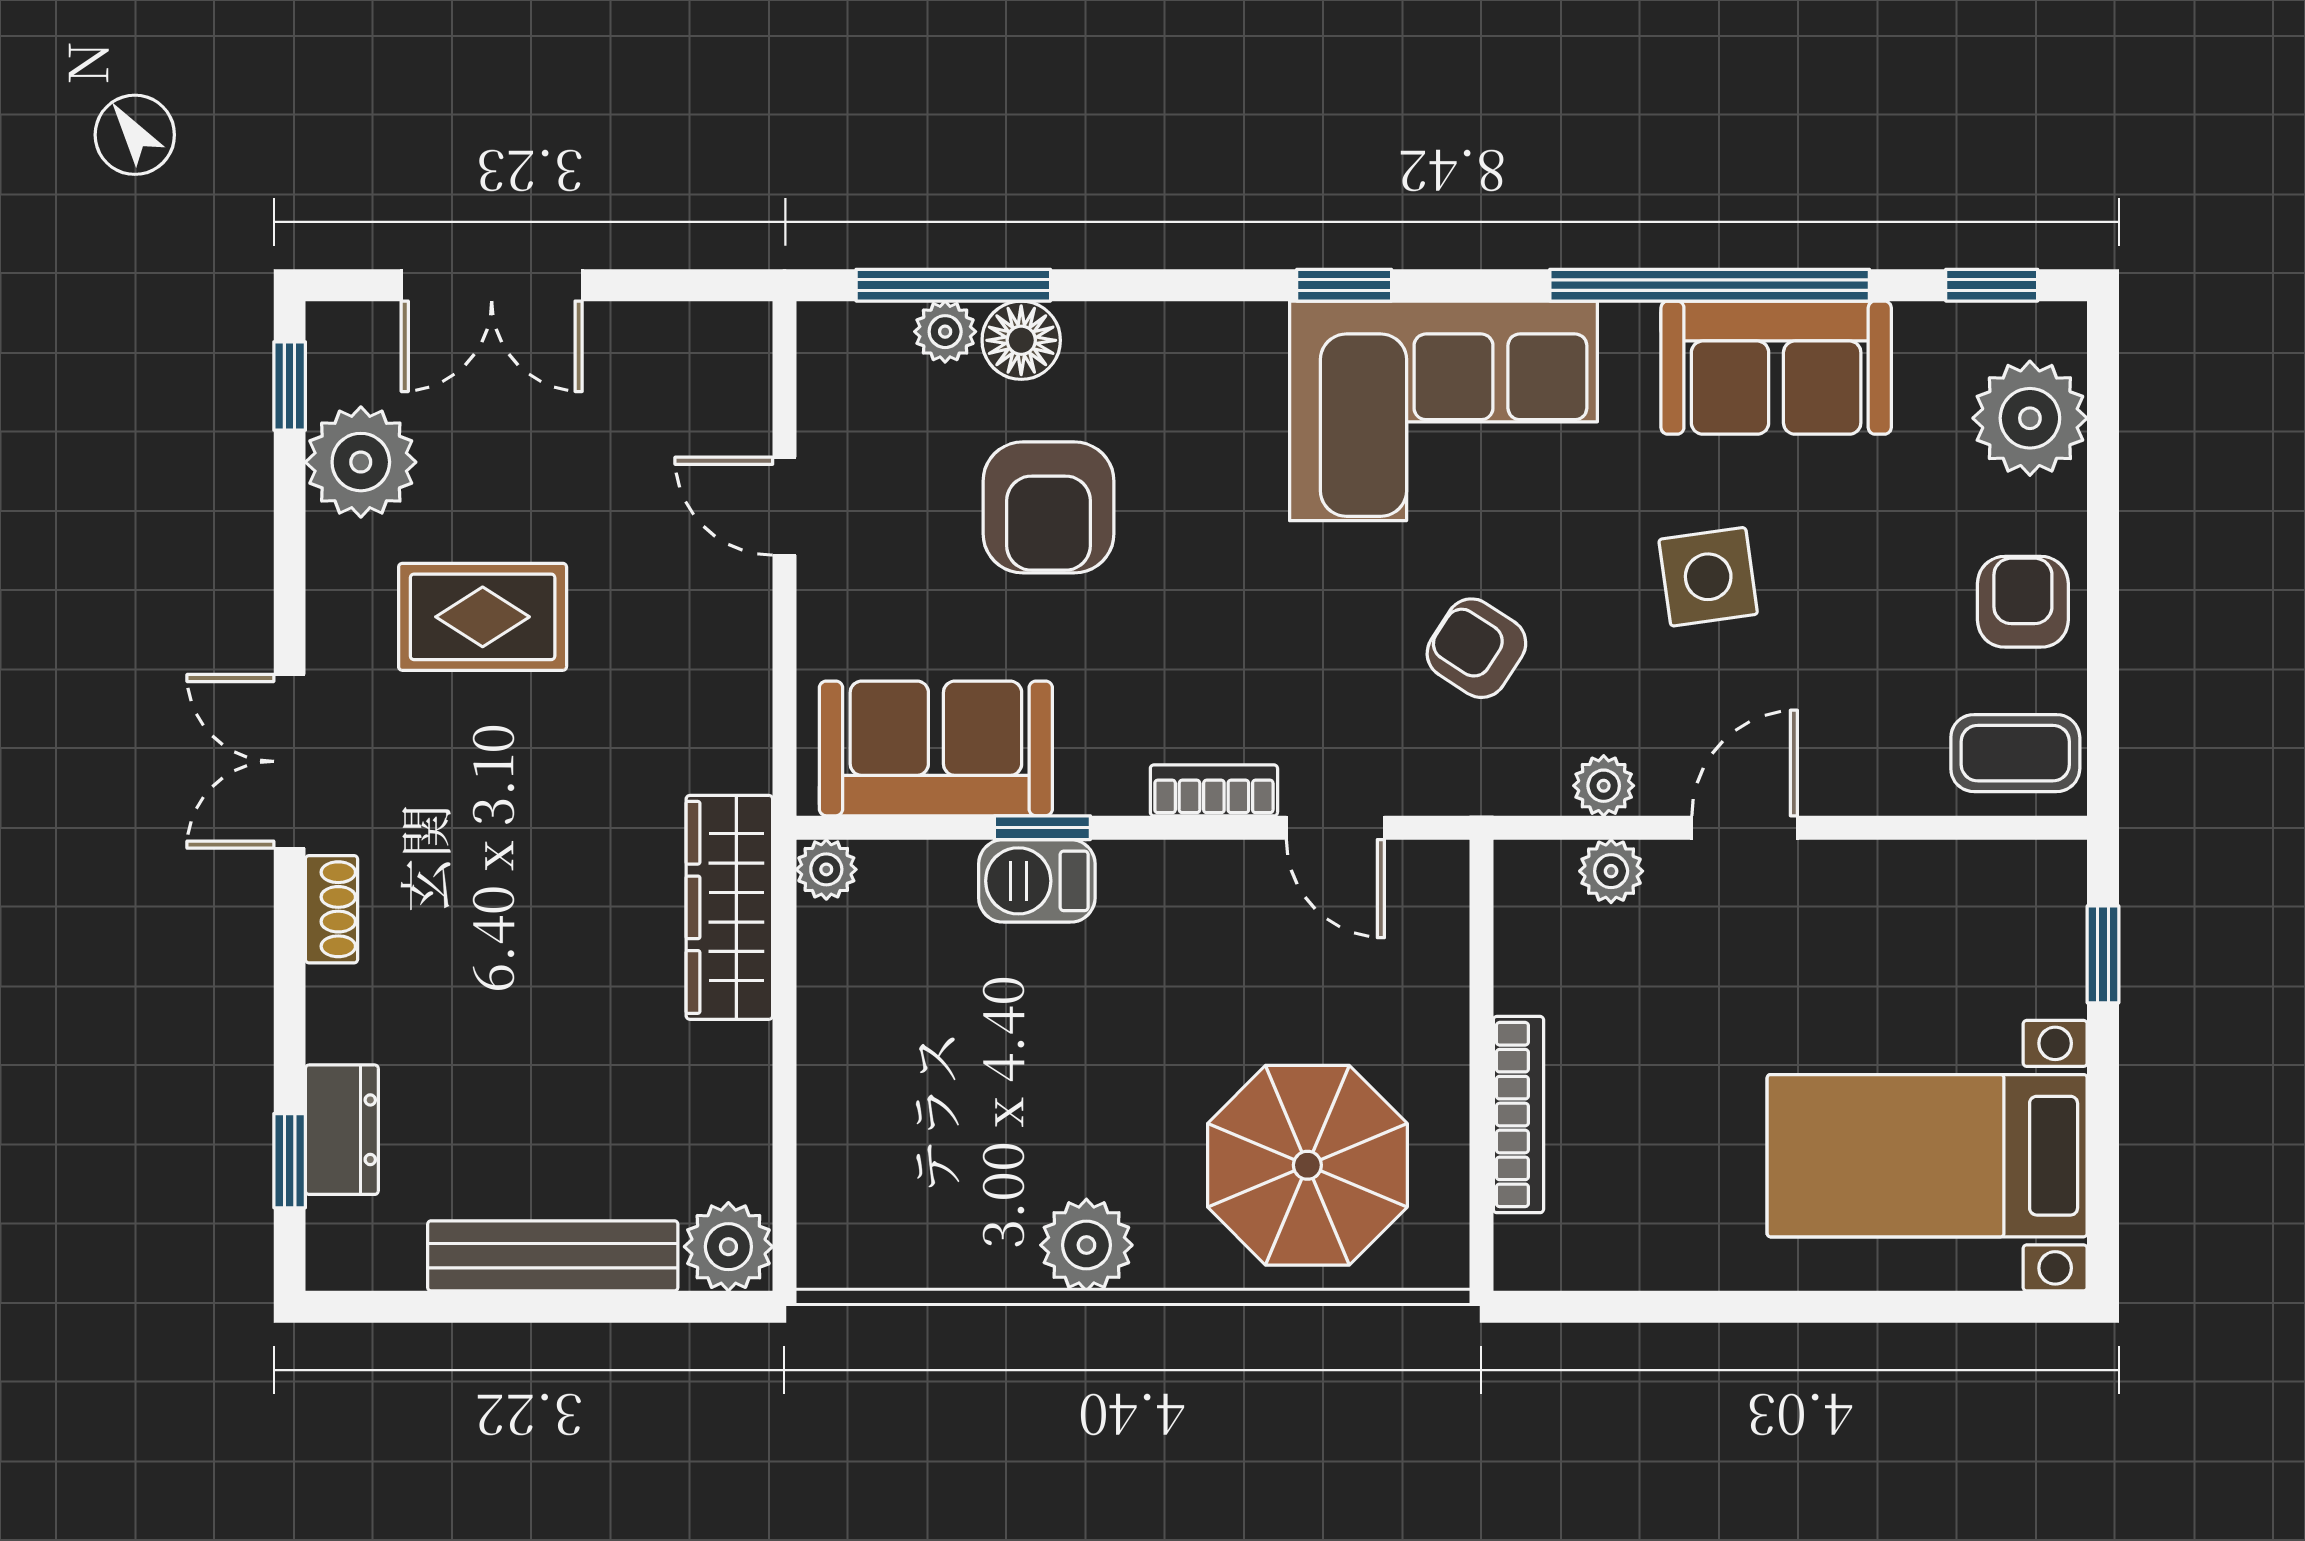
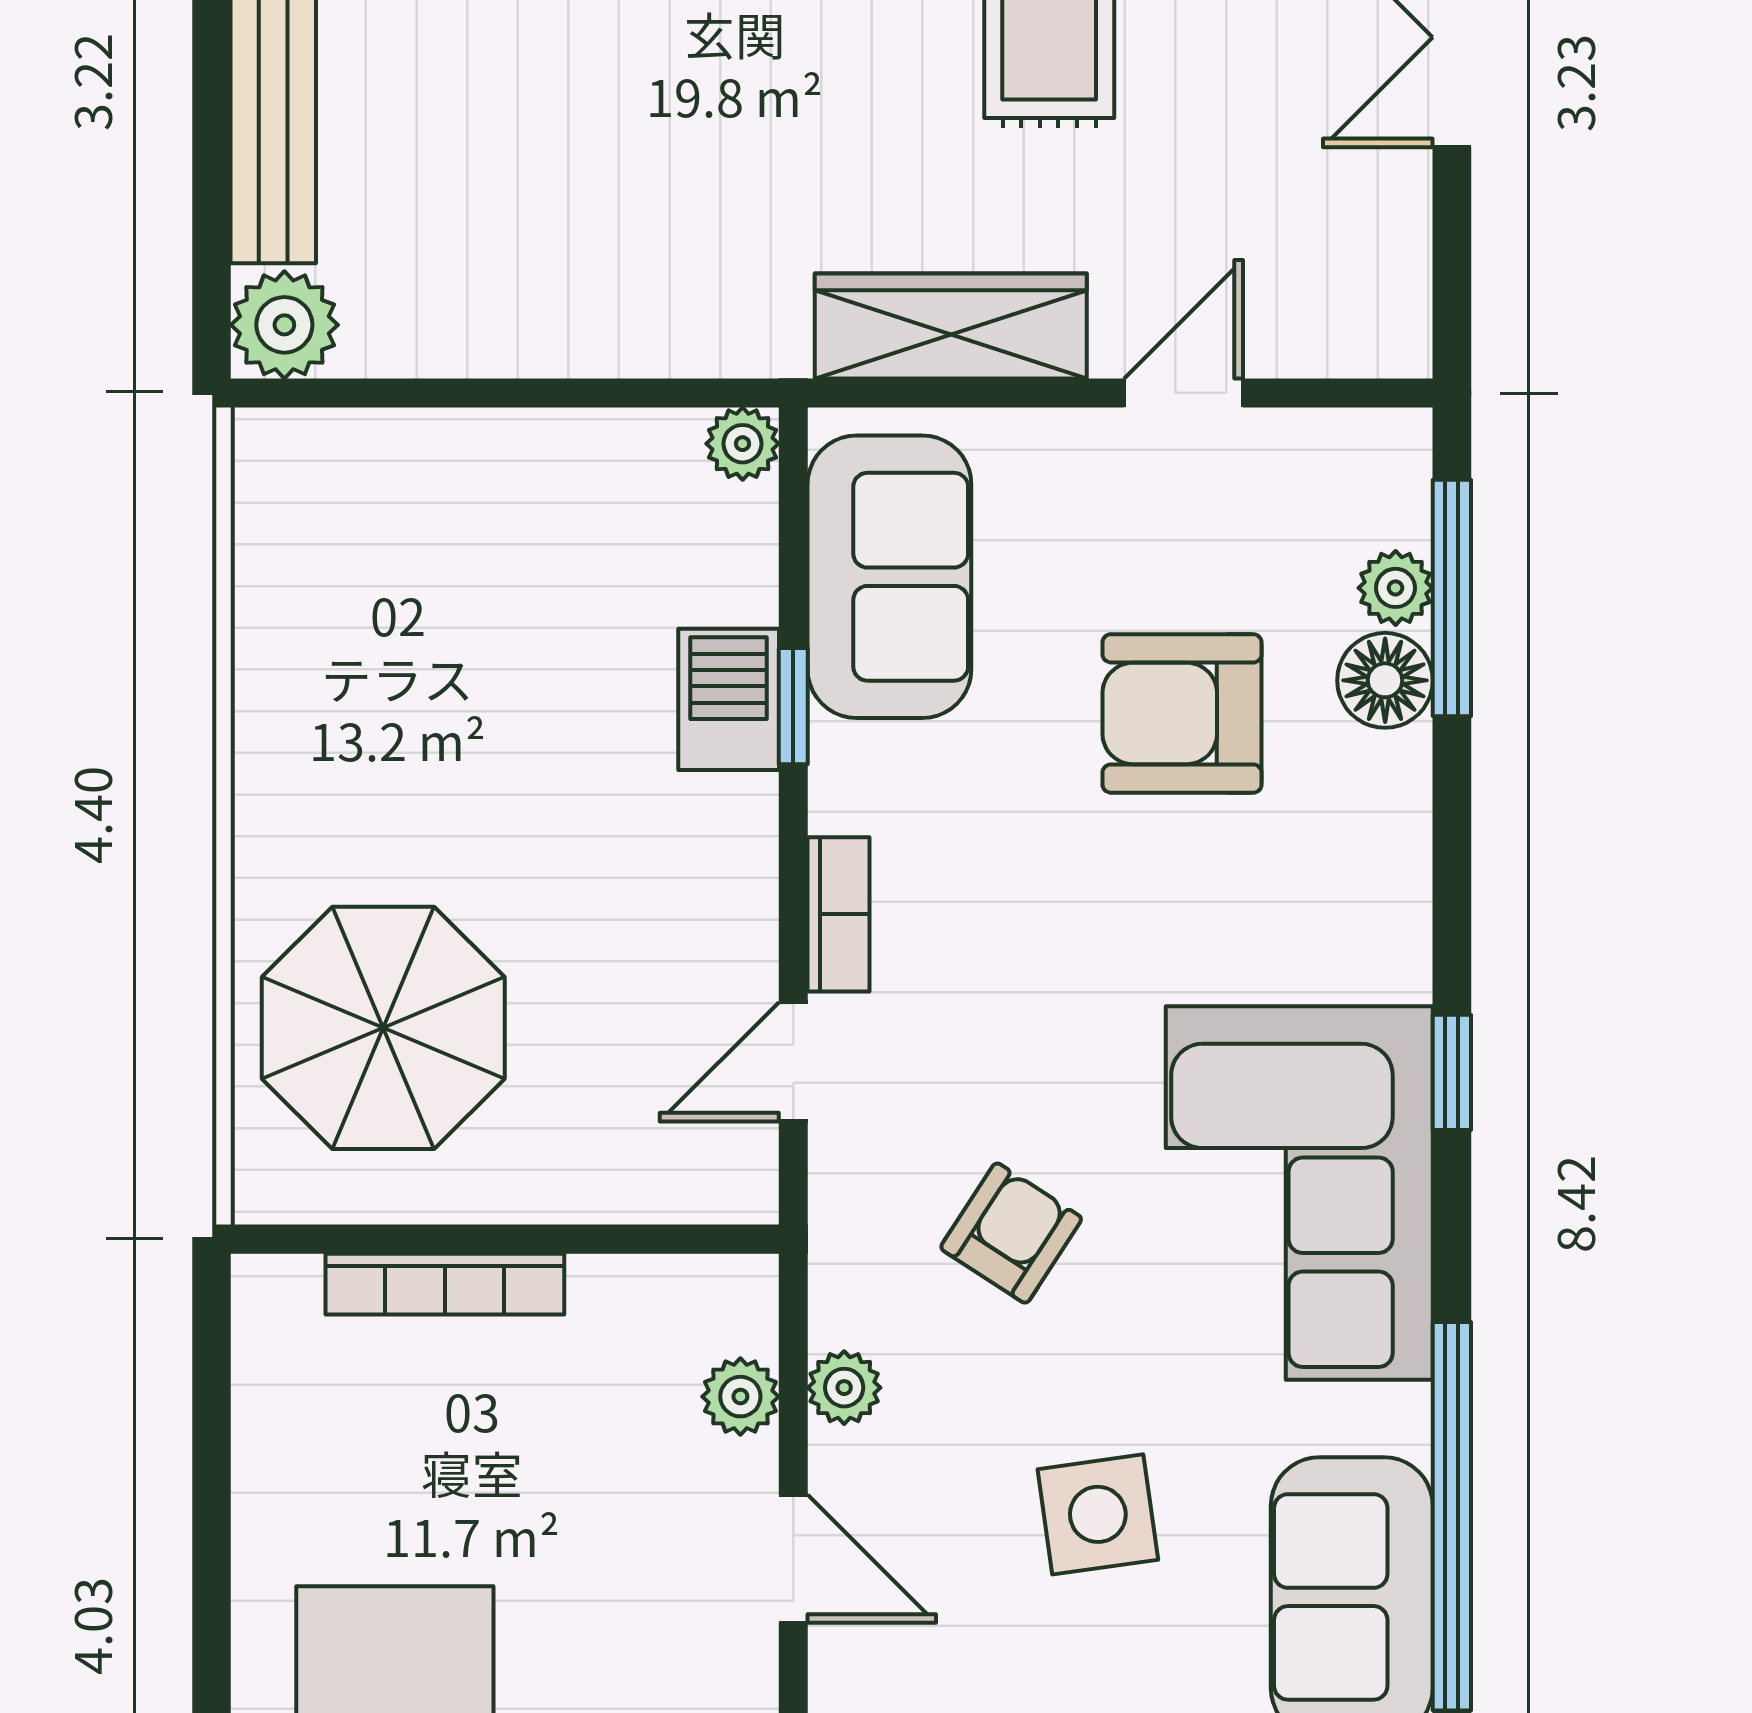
wardrobe: (729, 907) -> (951, 326), moved
plant: (1086, 1245) -> (286, 760), removed

